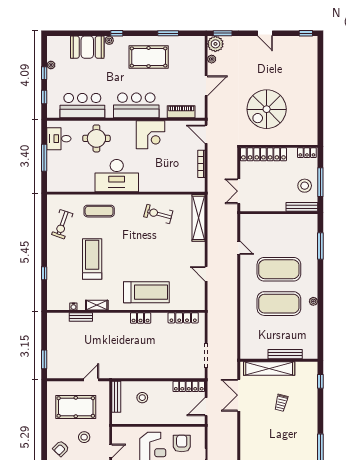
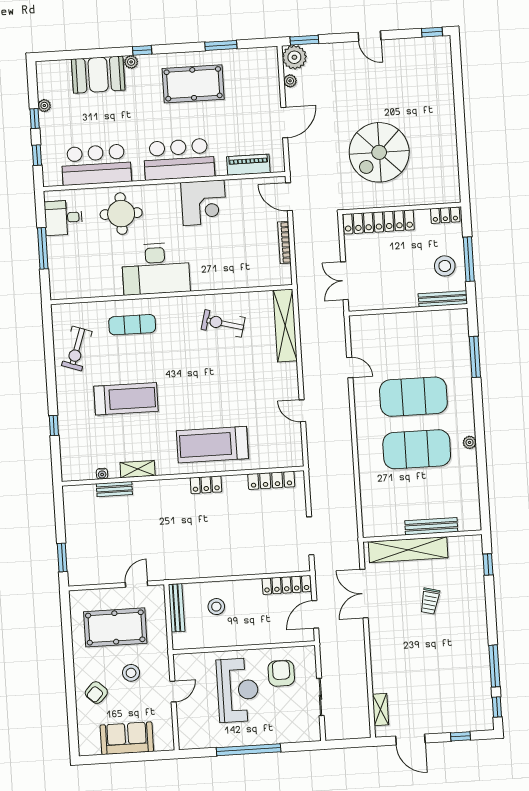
treadmill: (92, 259) -> (126, 399), turned 90
treadmill: (146, 292) -> (212, 445), turned 180

